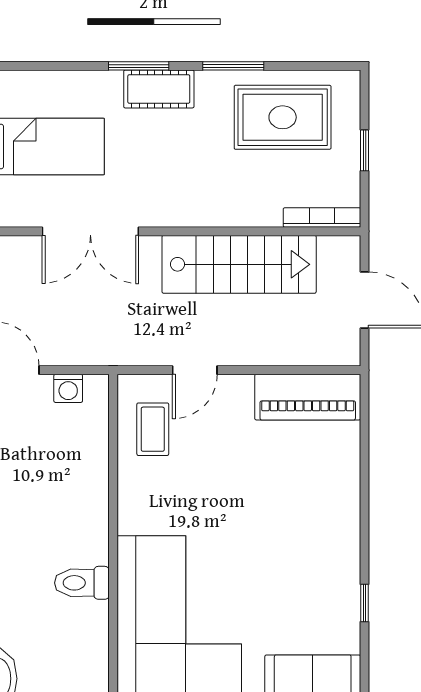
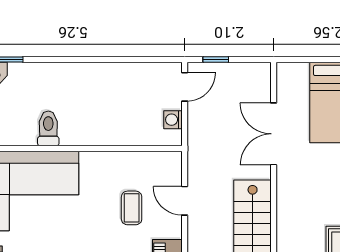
coffee table: (153, 429) -> (132, 208), moved, turned 90

